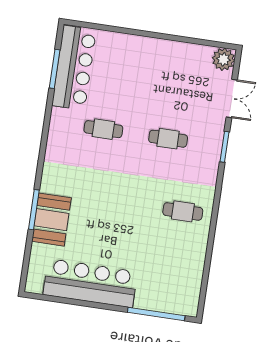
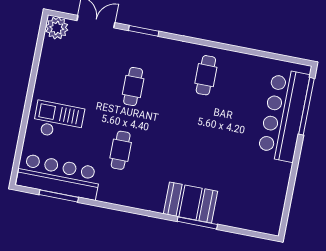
checkout: (130, 65) -> (58, 121), added
booth: (51, 220) -> (191, 202), moved
bar counter: (90, 283) -> (284, 115), moved

